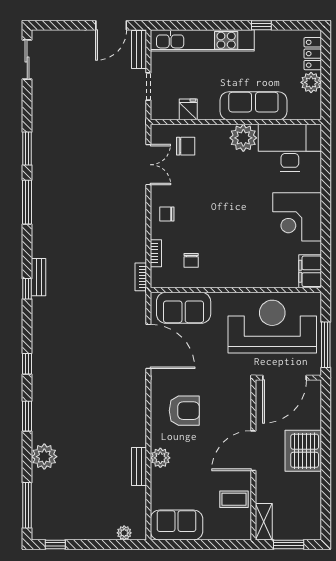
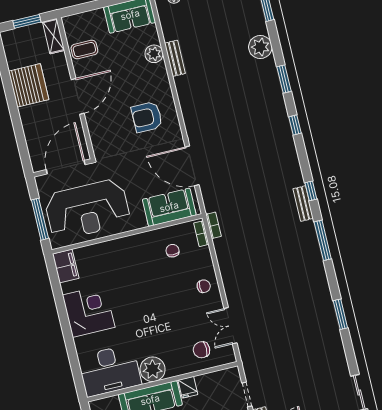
fridge: (188, 109) -> (188, 387), moved
window: (27, 202) -> (323, 240), moved
bookcase: (156, 253) -> (201, 234), moved
window: (326, 345) -> (40, 219), moved
server rack: (303, 451) -> (29, 85), moved
plant: (160, 458) -> (154, 54), moved

